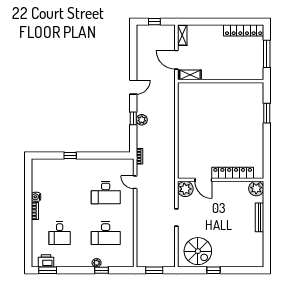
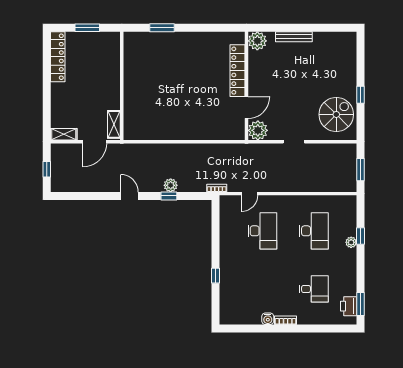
window: (267, 54) -> (87, 28), width x0.69

